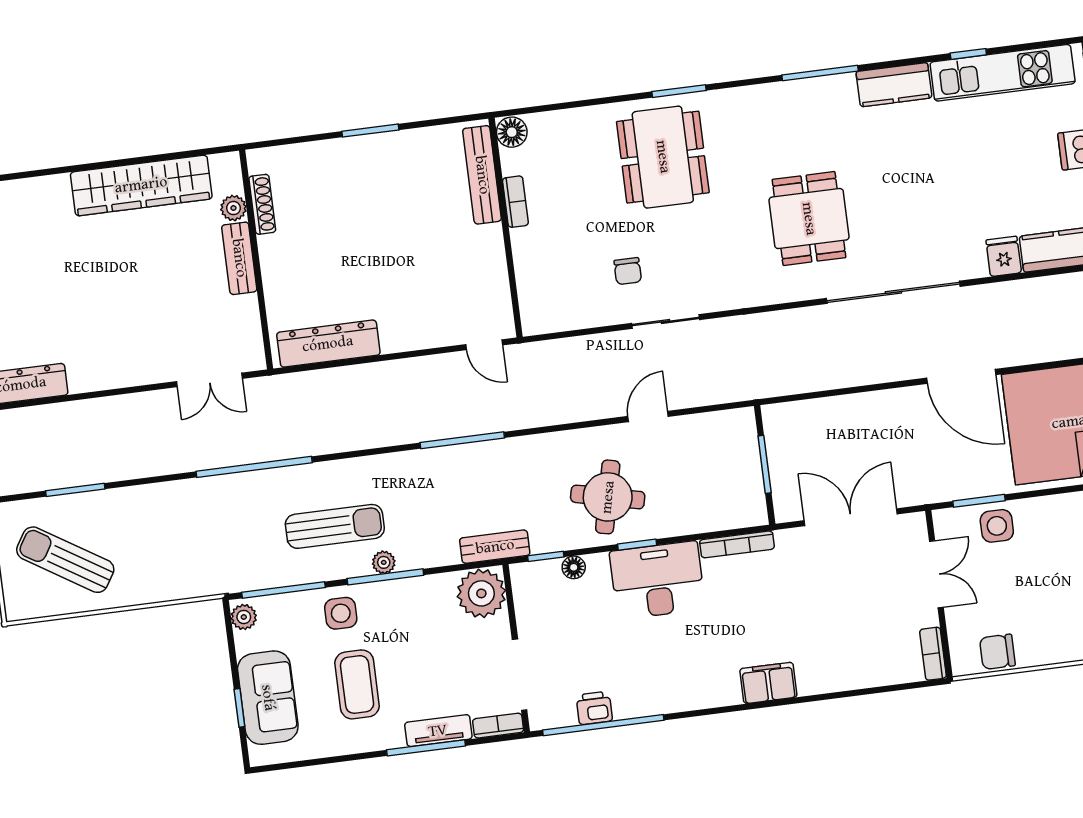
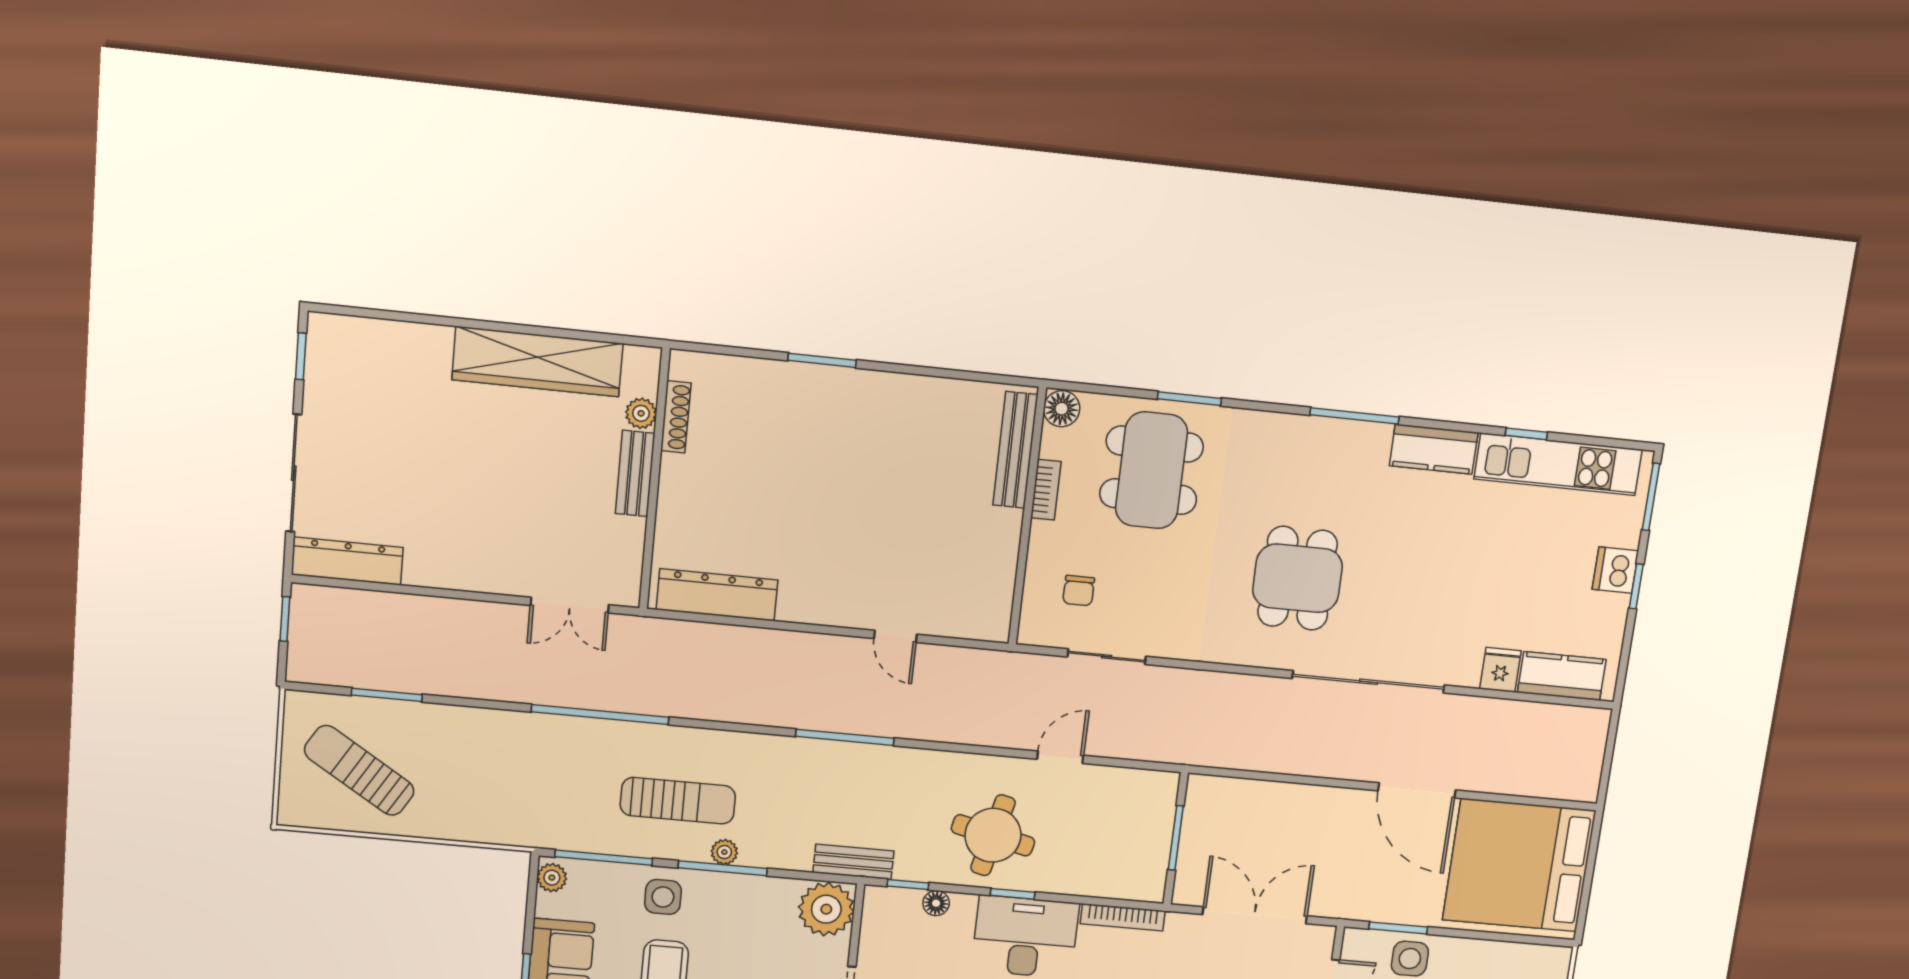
floor lamp: (512, 132) -> (1062, 409), moved
bench: (482, 175) -> (1015, 450), moved
bookcase: (515, 202) -> (1046, 490), moved
wall: (506, 228) -> (1027, 517), moved

